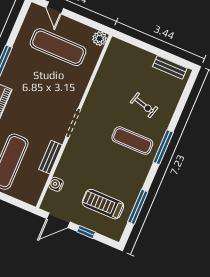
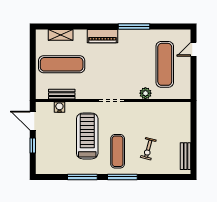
plant: (100, 39) -> (145, 93), moved
bench: (50, 157) -> (62, 94), moved
treadmill: (103, 204) -> (87, 136), moved, width x1.37, depth x1.38
window: (138, 207) -> (82, 177), moved

